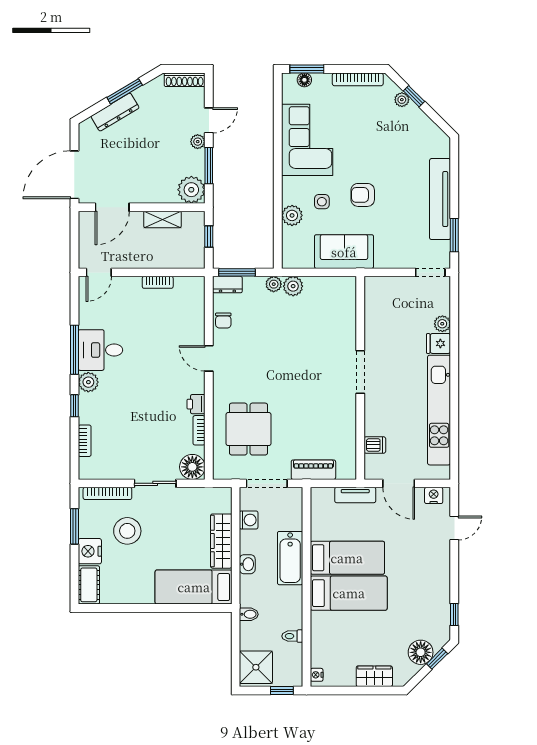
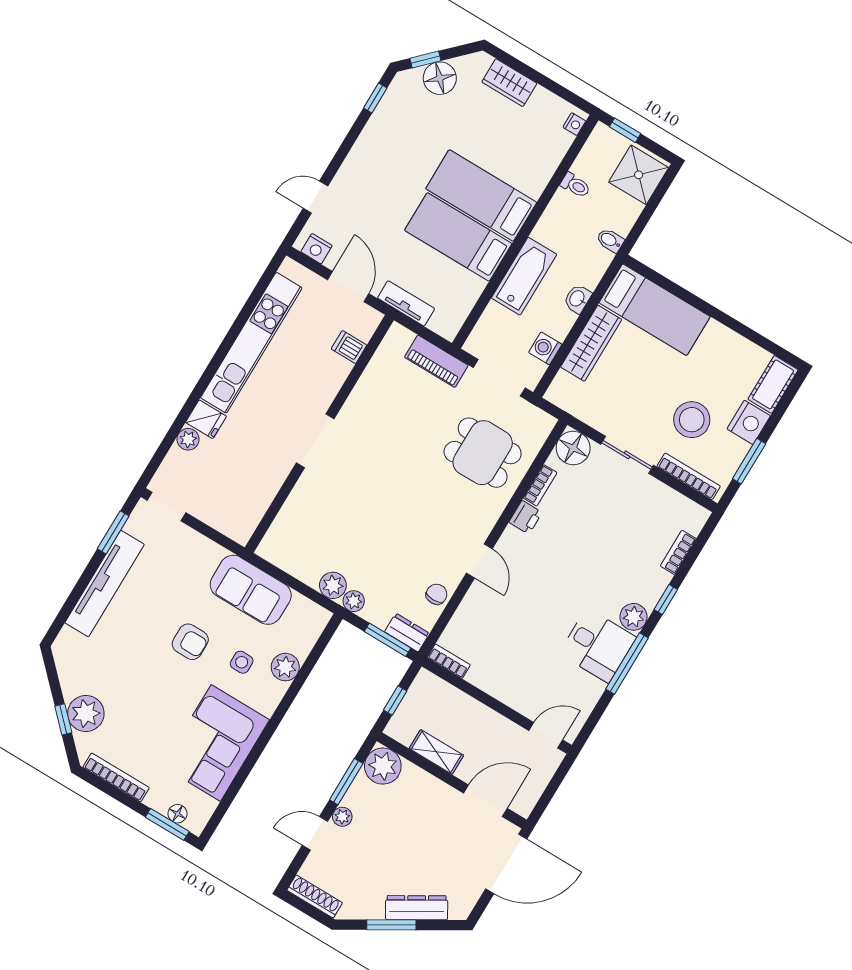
plant: (402, 100) -> (86, 713), width x1.87, depth x1.87
bookcase: (158, 282) -> (449, 661), moved
dining table: (249, 429) -> (483, 453), turned 90

